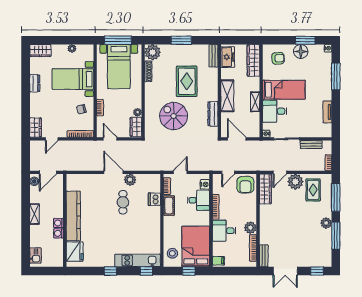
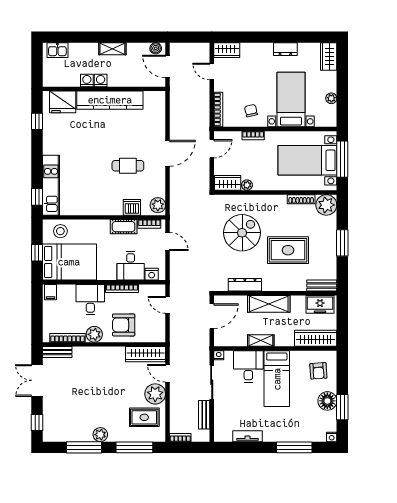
plant: (130, 180) -> (158, 205), moved
armchair: (245, 185) -> (124, 325), moved
window: (110, 271) -> (37, 121), moved

